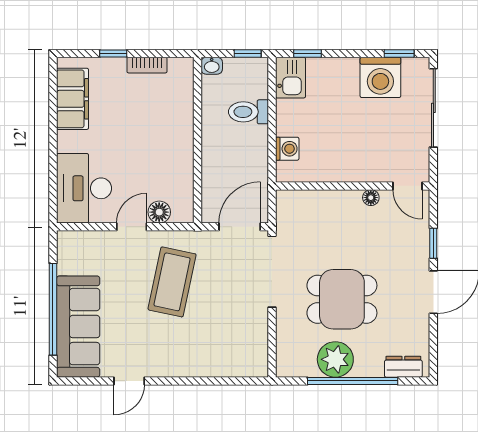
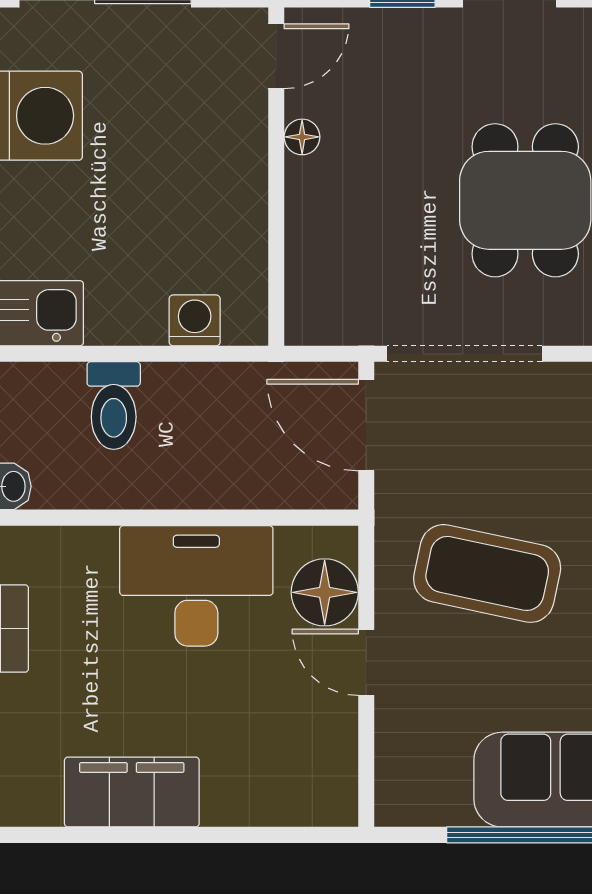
filing cabinet: (73, 99) -> (132, 792), moved
desk: (84, 188) -> (196, 586), moved, turned 180
floor lamp: (159, 212) -> (325, 592), width x1.38, depth x1.38

